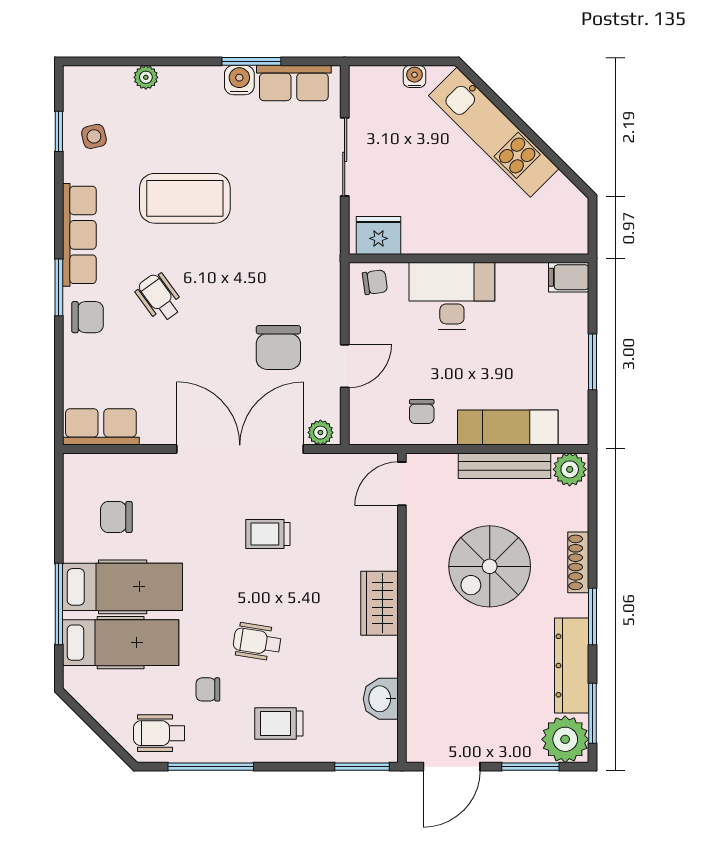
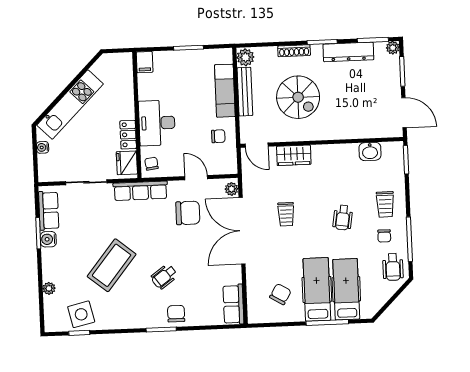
side table: (94, 136) -> (81, 314), width x1.87, depth x1.87
coffee table: (185, 198) -> (112, 265), turned 39
row of seats: (79, 235) -> (140, 191), moved, turned 180
locker: (432, 240) -> (128, 135), added
chair: (116, 517) -> (280, 294), turned -149
wardrobe: (379, 603) -> (294, 155), moved
chair: (208, 689) -> (384, 236), moved
plant: (565, 739) -> (393, 48), width x0.53, depth x0.53

